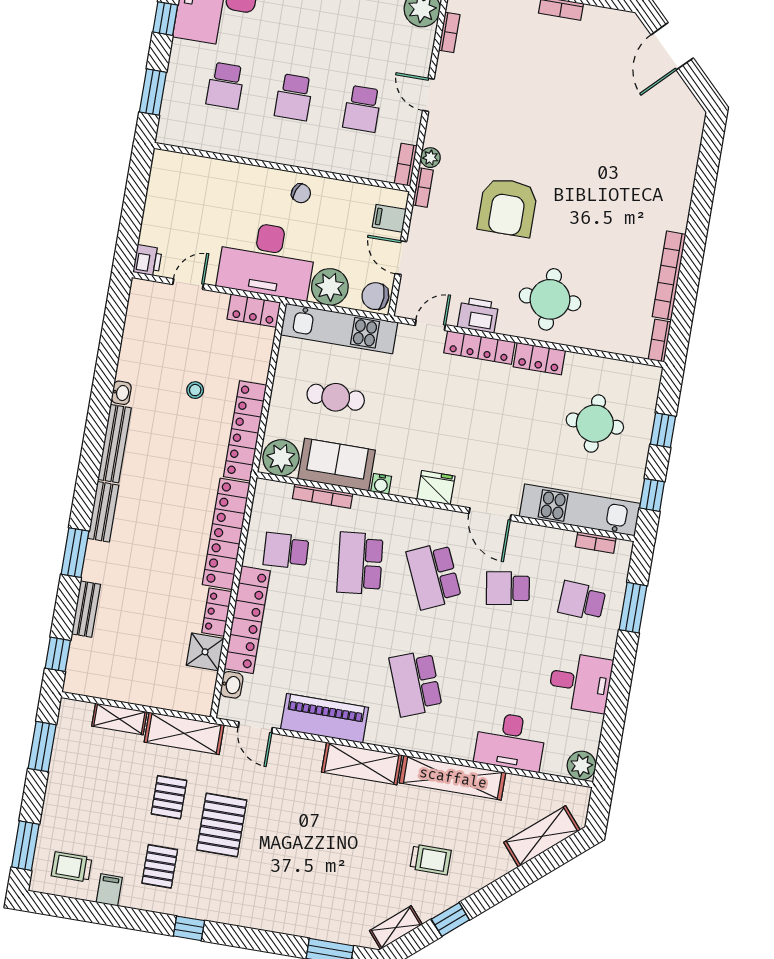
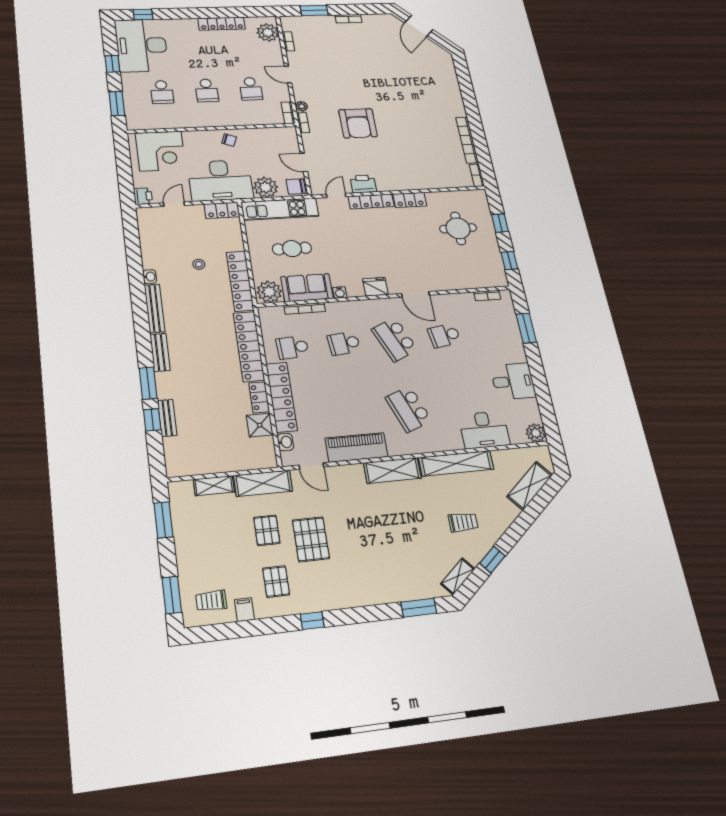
corner desk: (194, 190) -> (161, 151), added
filing cabinet: (389, 218) -> (289, 143), removed
round table: (550, 299) -> (403, 167), removed
kitchen unit: (580, 510) -> (470, 279), removed
school desk: (360, 563) -> (344, 343), width x0.54
school desk: (582, 601) -> (493, 332), removed
window: (58, 654) -> (152, 420), moved

